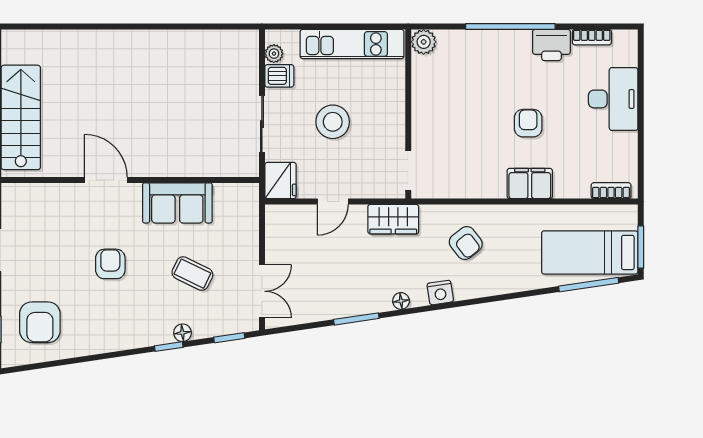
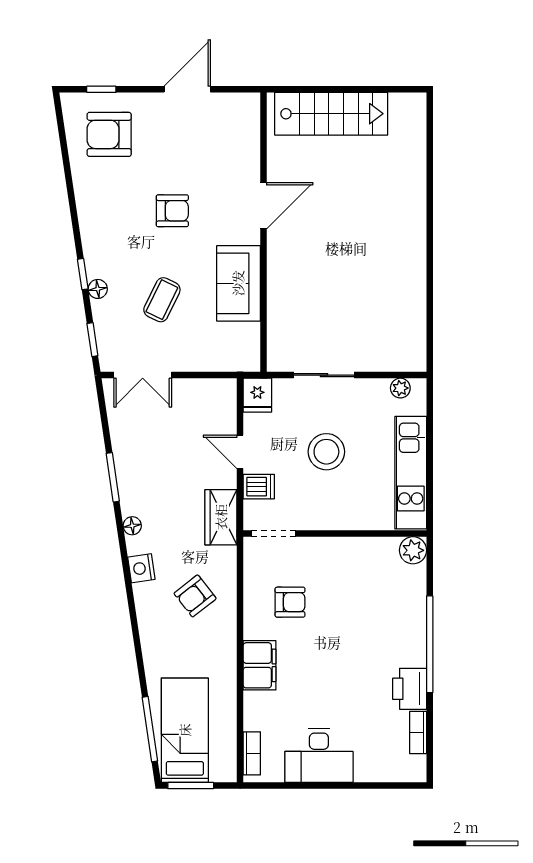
dishwasher: (279, 76) -> (259, 487), moved, turned -90
desk: (613, 99) -> (319, 756), moved
armchair: (528, 123) -> (290, 602), moved
fridge: (280, 180) -> (257, 395), width x0.72

